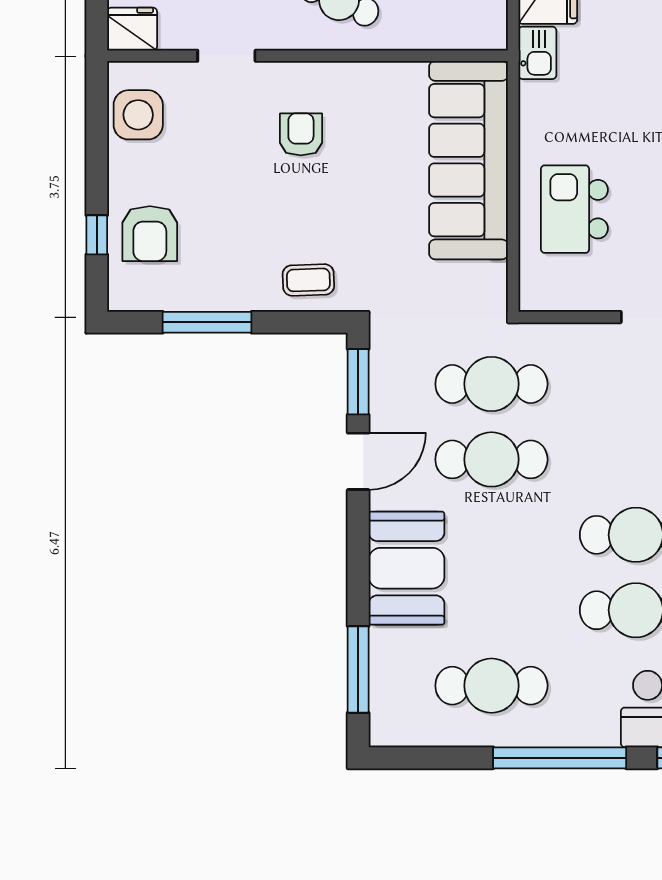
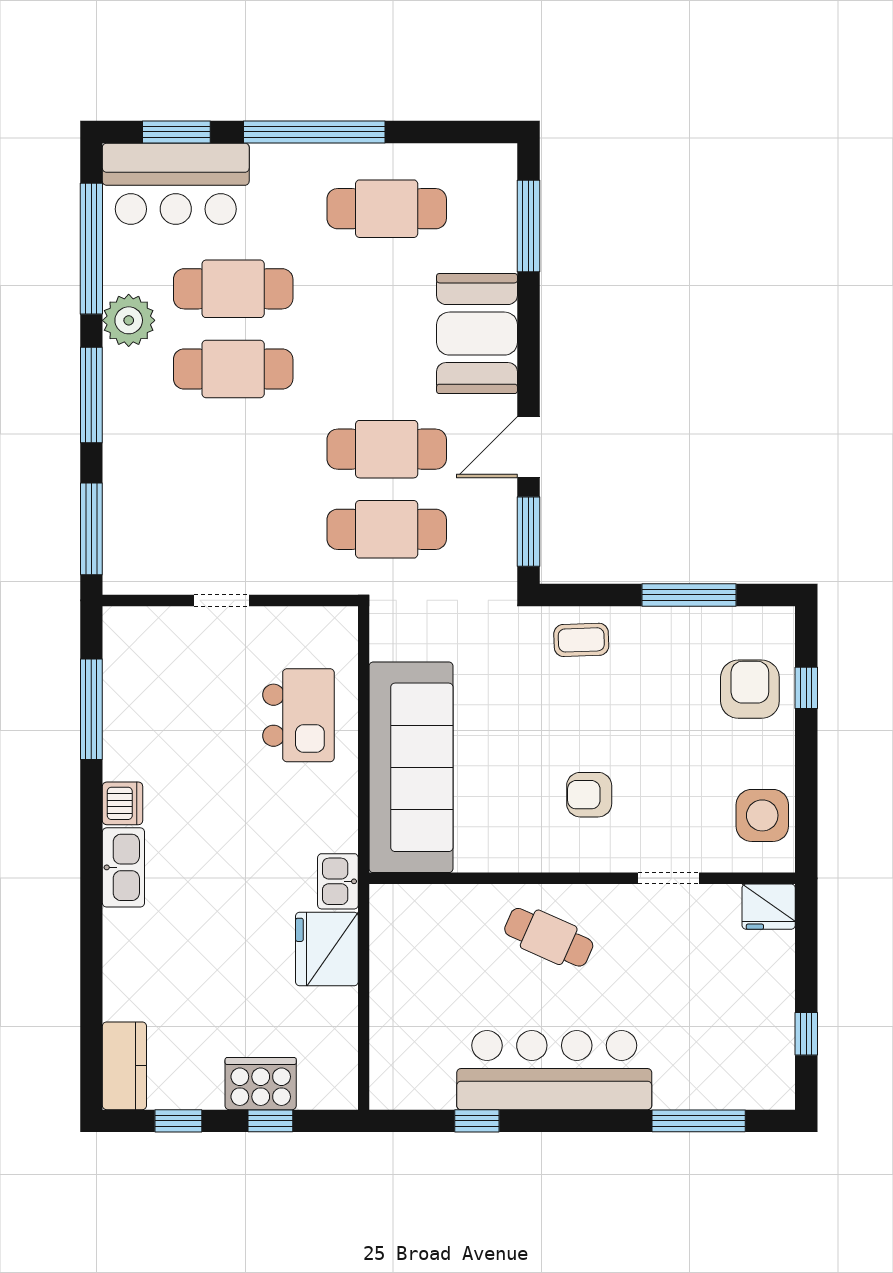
armchair: (301, 134) -> (589, 795), turned 90

